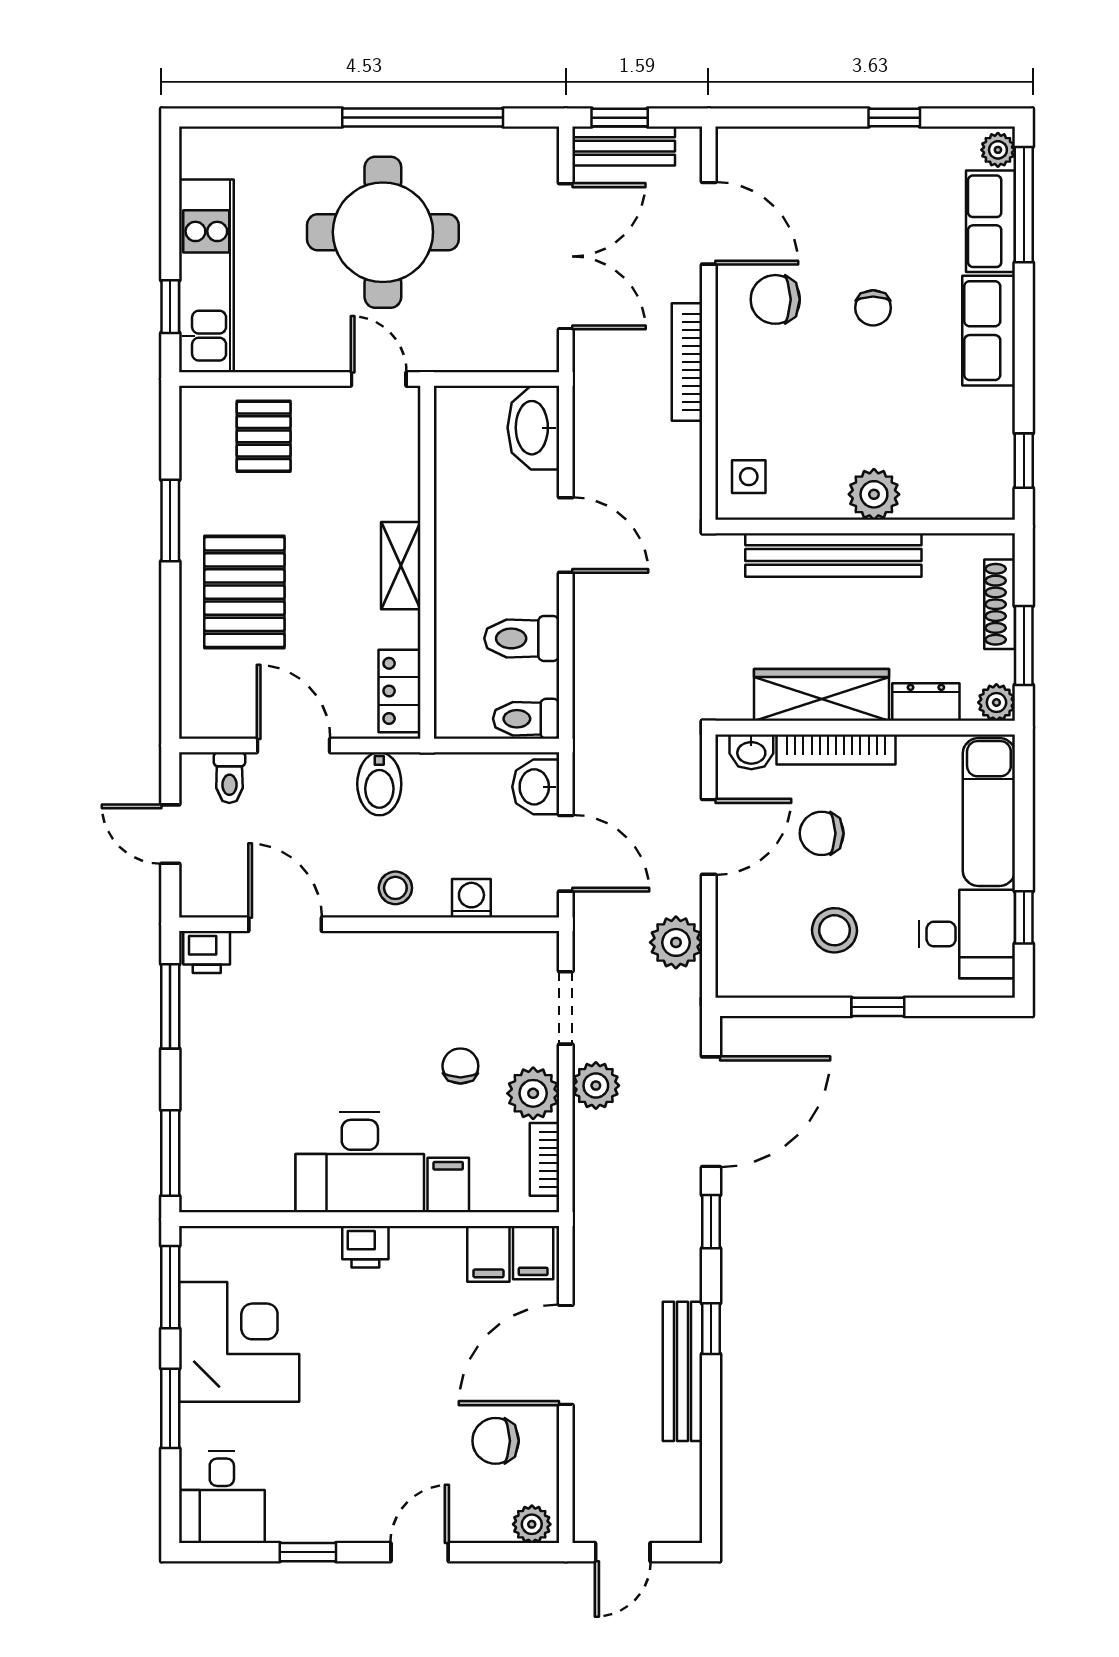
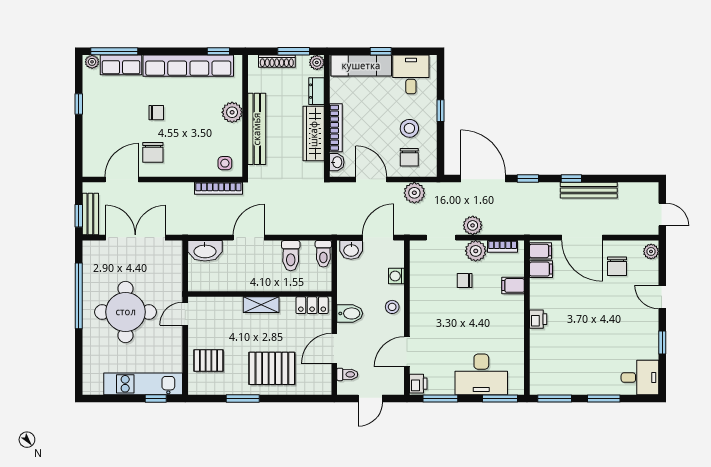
row of seats: (989, 331) -> (188, 66), width x2.02
bookcase: (687, 362) -> (218, 188), moved
chair: (822, 833) -> (409, 157), moved
window: (1024, 917) -> (381, 51), moved
desk: (360, 1162) -> (481, 374), moved, turned 90
corner desk: (239, 1342) -> (577, 370), removed

